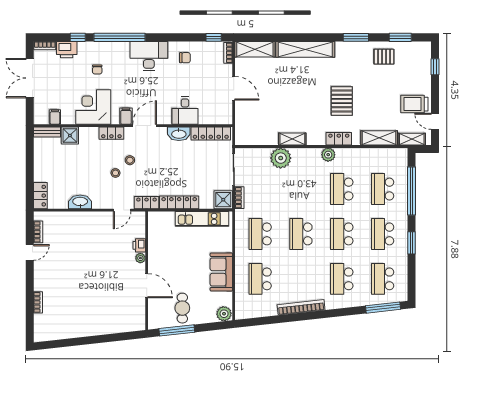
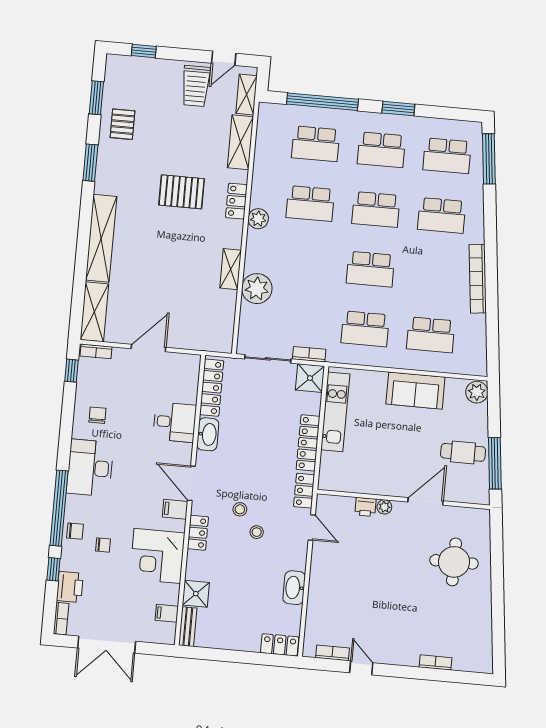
chair: (105, 50) -> (75, 531), added
round table: (107, 309) -> (454, 562), added

